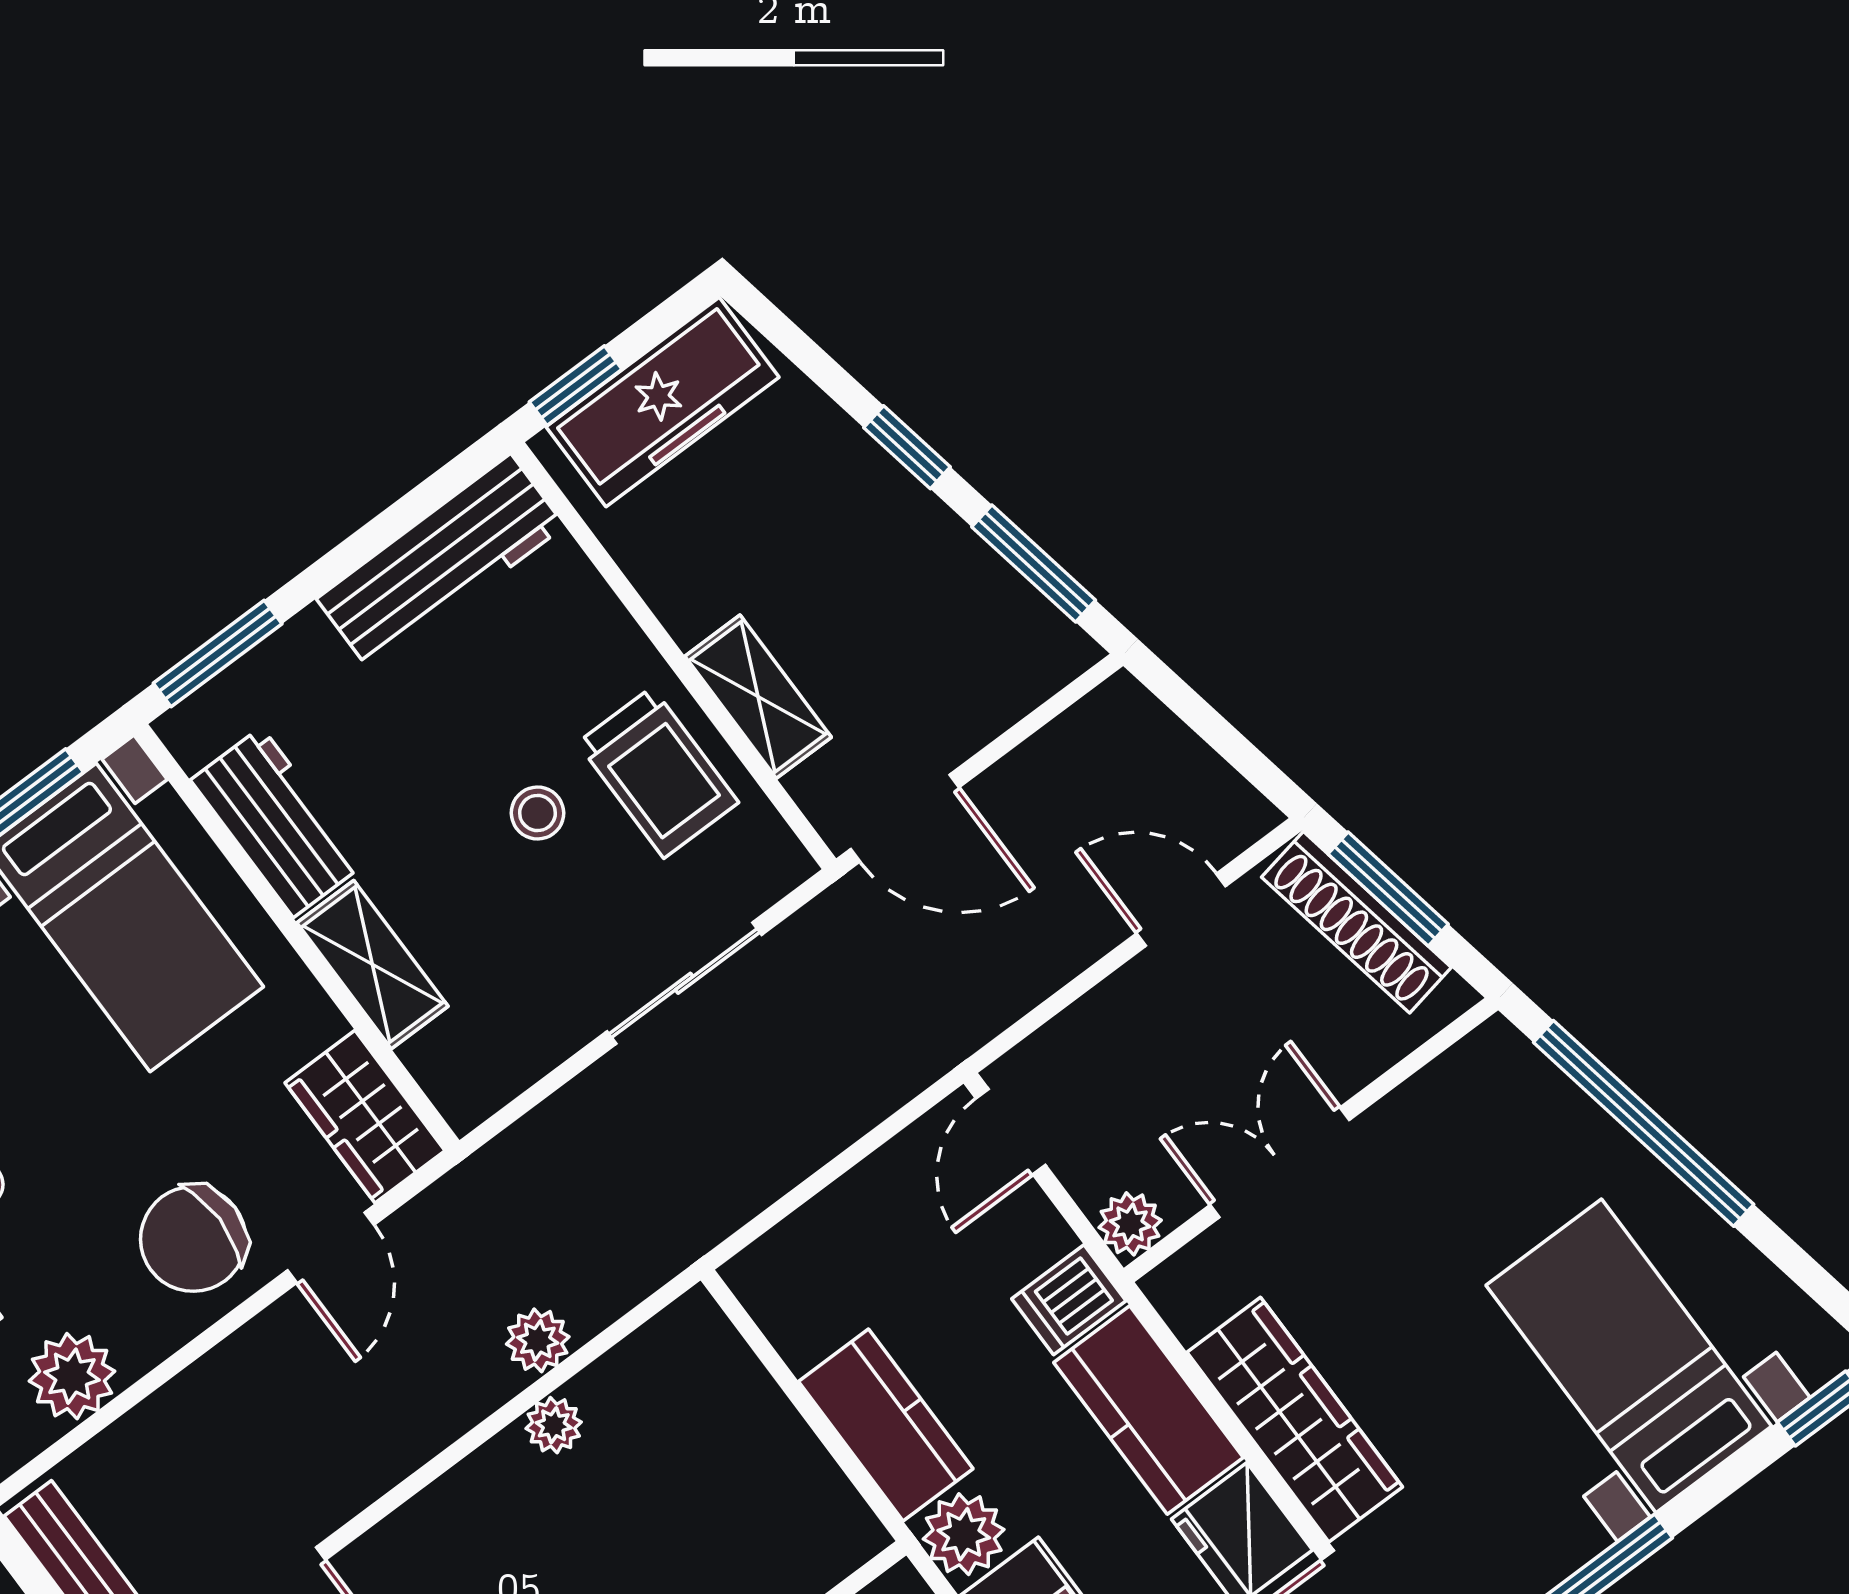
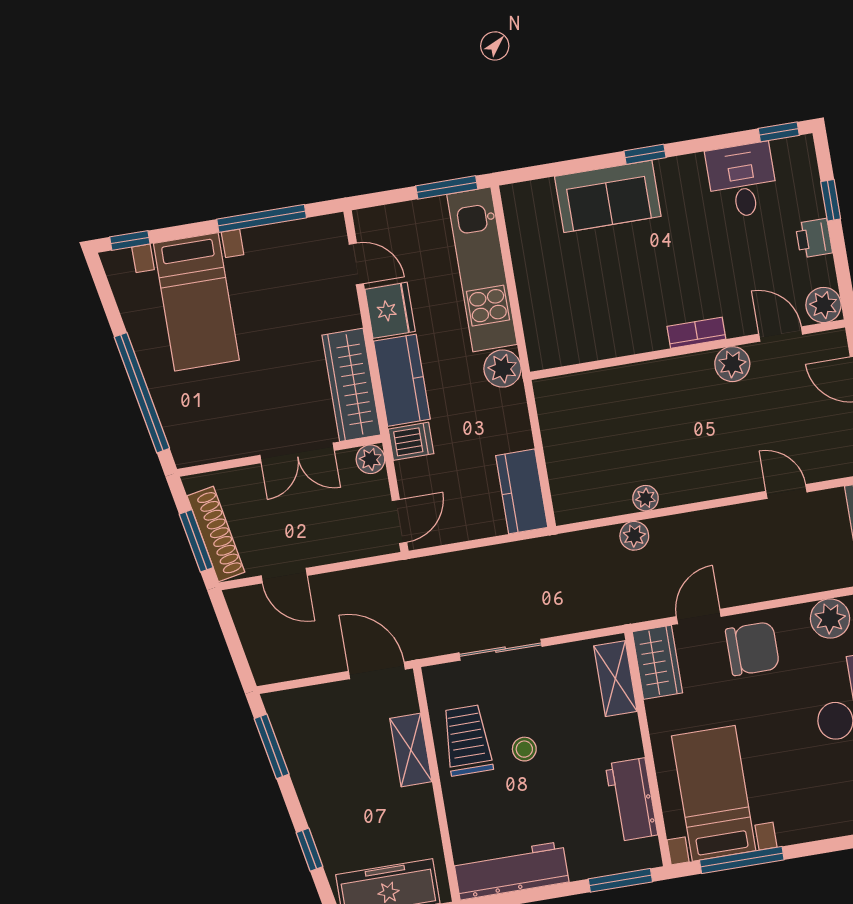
window: (907, 447) -> (309, 850), moved
shelving: (372, 965) -> (615, 679), moved
wardrobe: (1295, 1420) -> (351, 385), moved
kitchen counter: (886, 1425) -> (522, 491), moved

